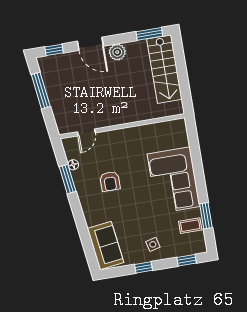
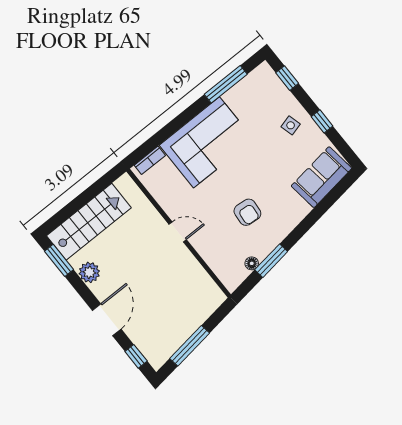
plant: (117, 52) -> (89, 272), moved
door: (86, 132) -> (178, 232), moved
bookcase: (183, 134) -> (150, 160), added
armchair: (110, 181) -> (247, 212), turned 95
window: (206, 216) -> (226, 84), width x1.44
coffee table: (190, 226) -> (247, 96), removed

